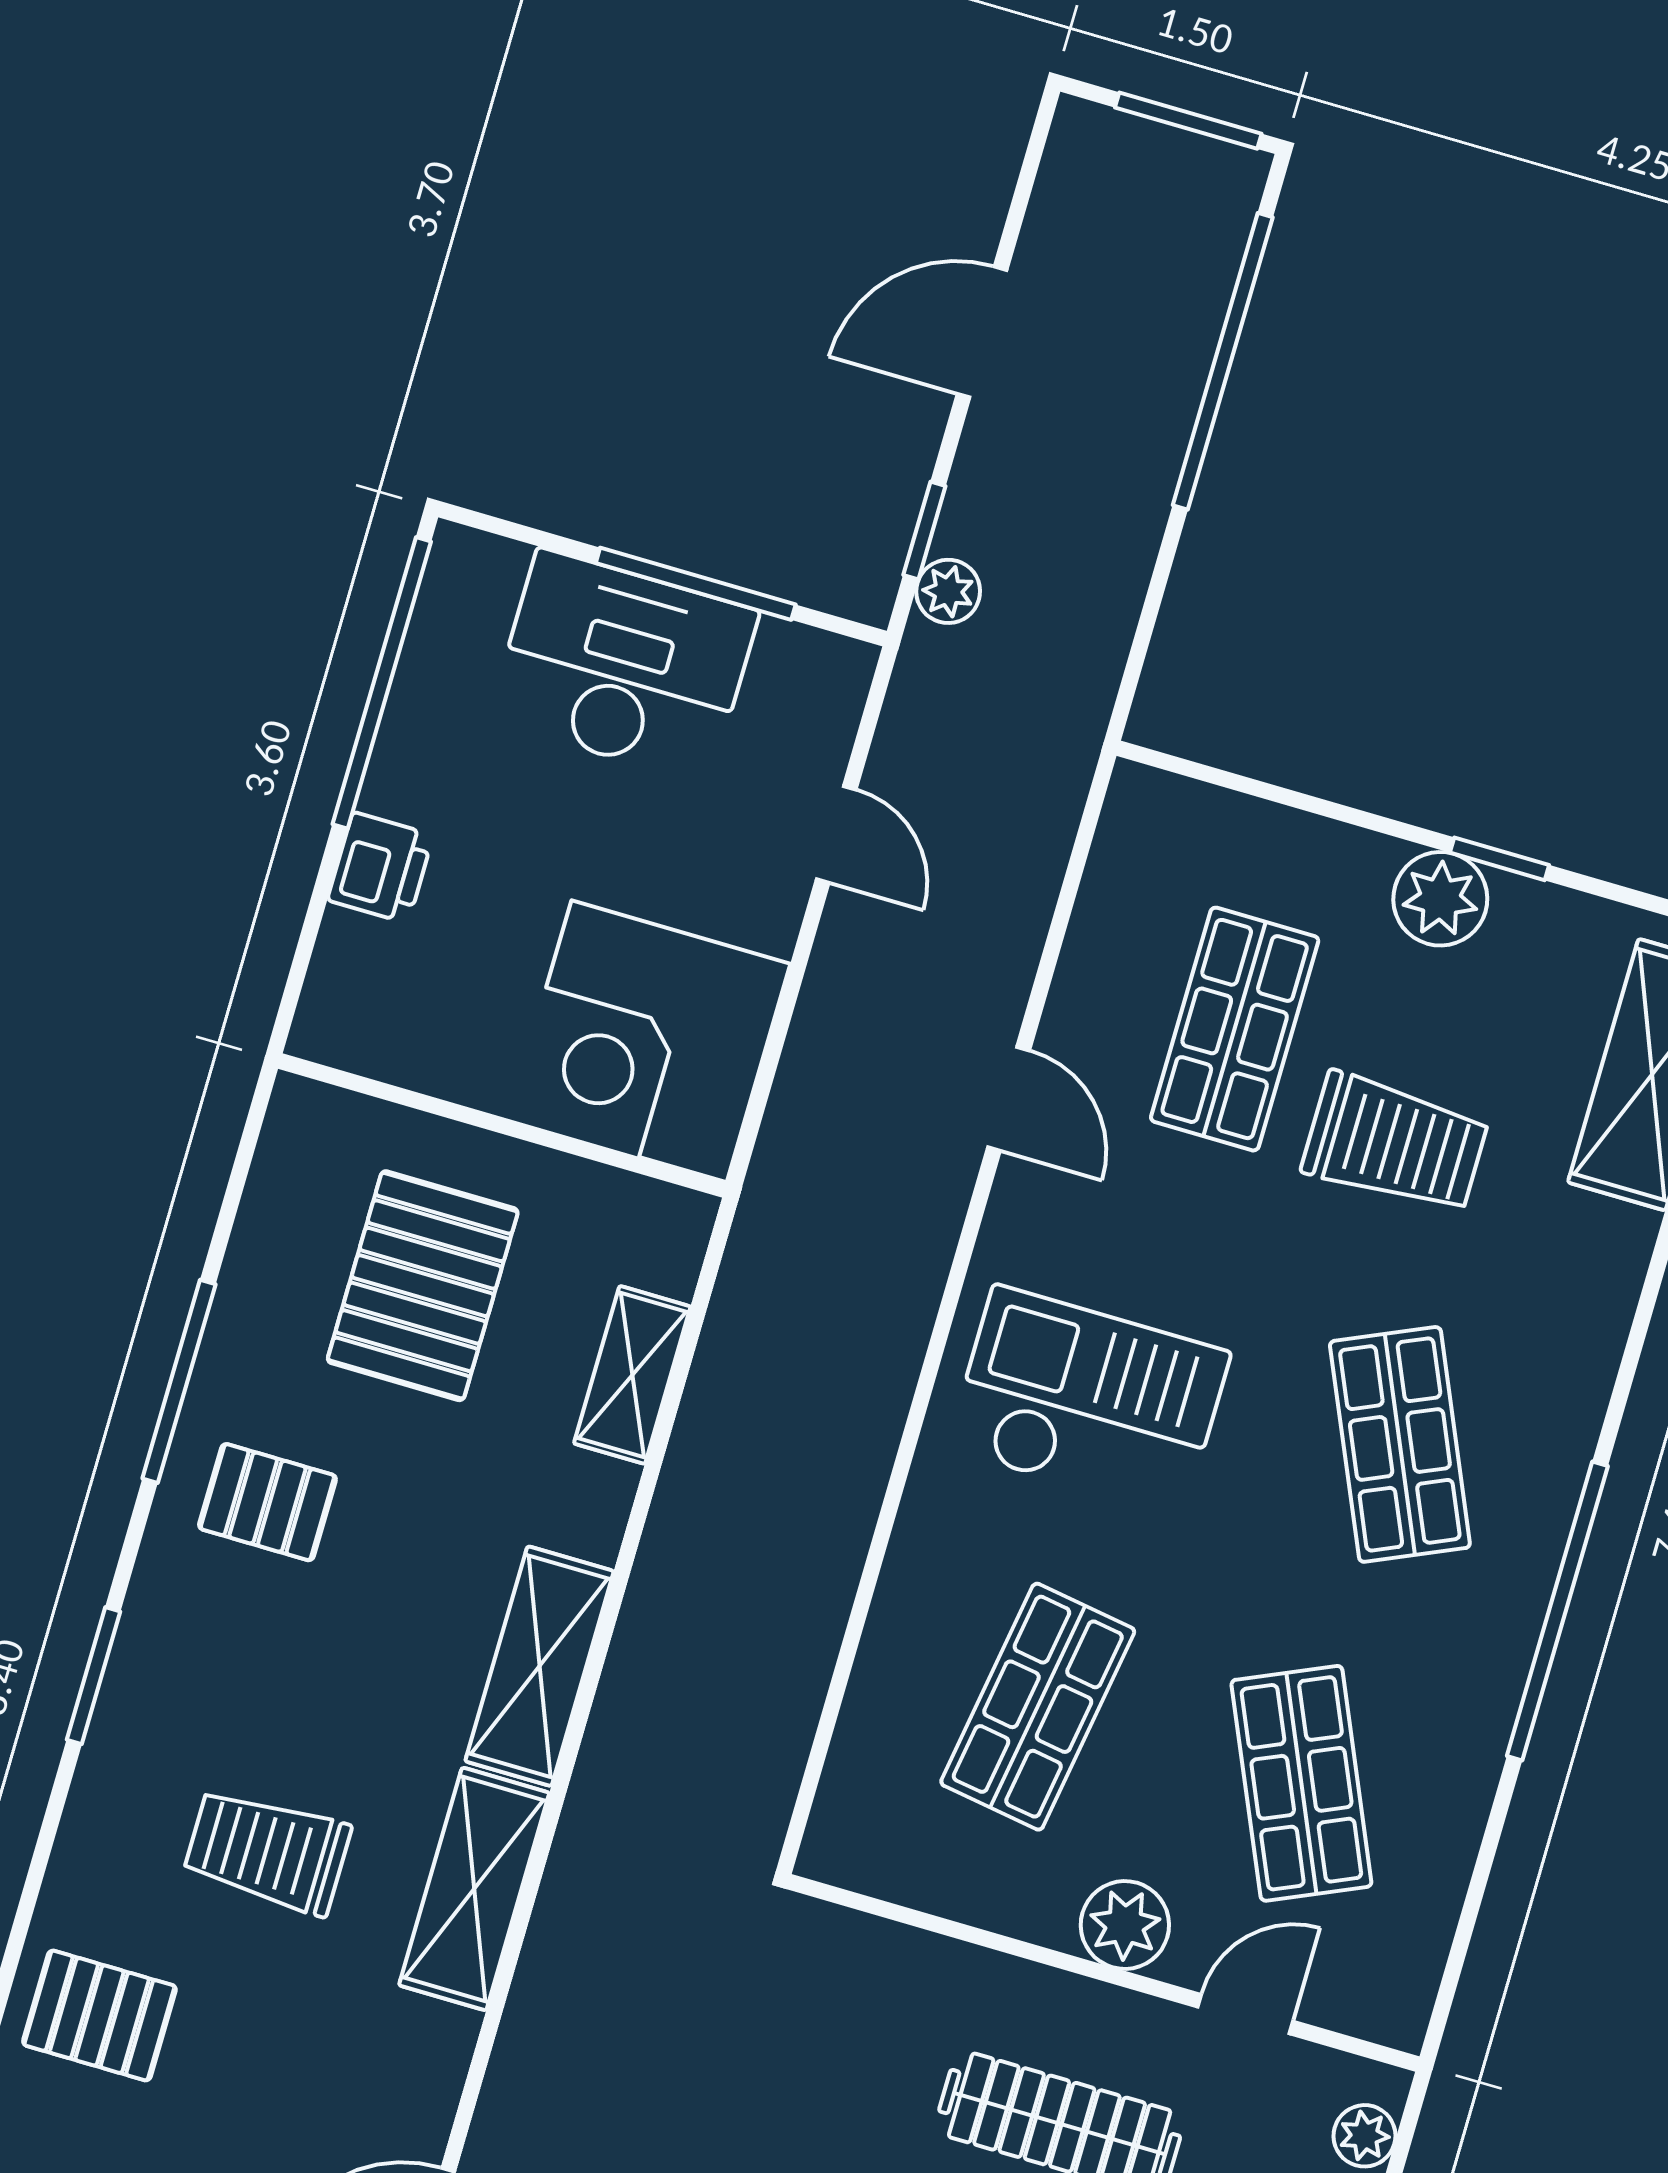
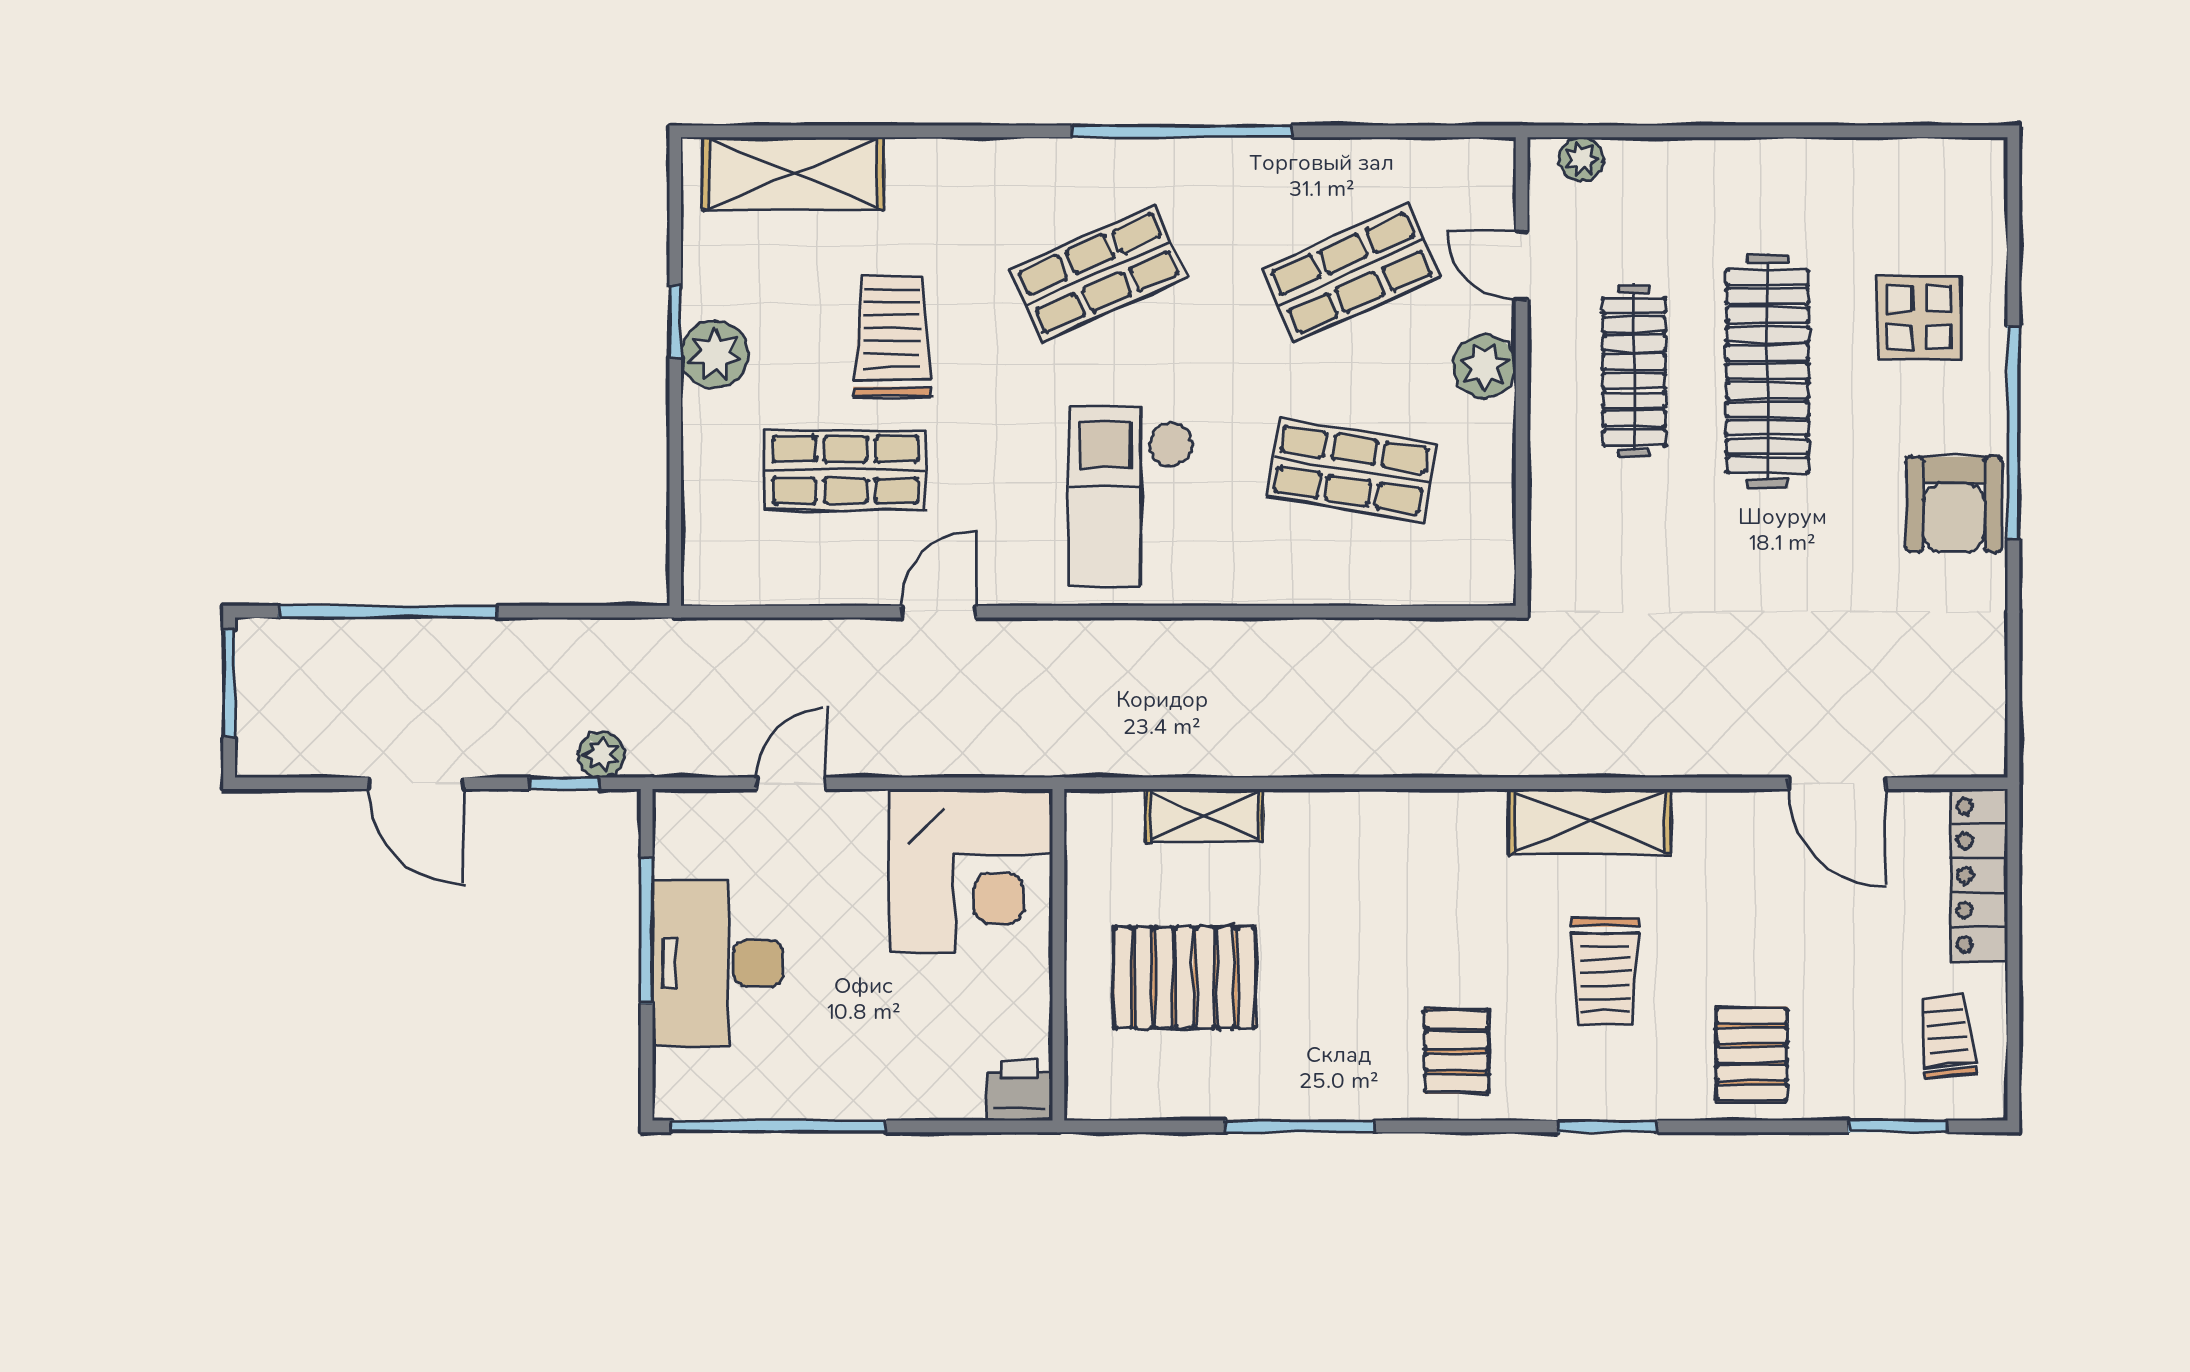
printer: (380, 868) -> (1019, 1090), moved
pallet: (267, 1502) -> (1457, 1051), moved
shelving: (539, 1666) -> (1423, 821), removed
window: (93, 1676) -> (1608, 1126), moved

